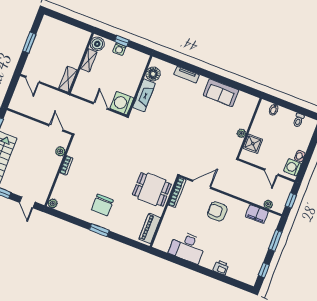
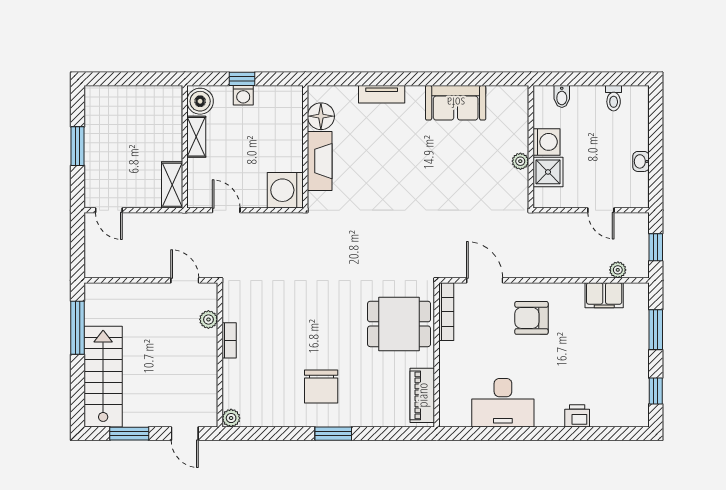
door: (100, 106) -> (226, 210), moved
washing machine: (293, 167) -> (546, 142), moved, turned 180
door: (202, 184) -> (485, 280), hinge flipped

